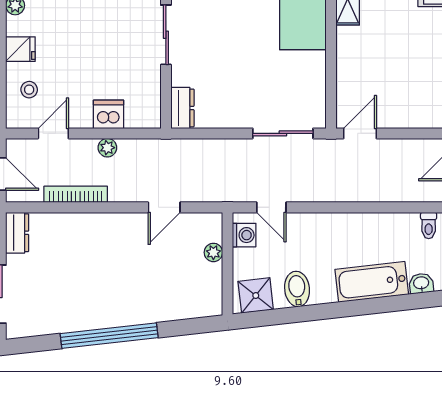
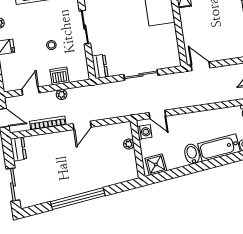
stool: (29, 90) -> (51, 45), moved
sliding door: (283, 133) -> (141, 75), moved
door: (360, 133) -> (200, 66), hinge flipped
door: (164, 207) -> (82, 125), moved
bidet: (297, 289) -> (192, 154), moved

